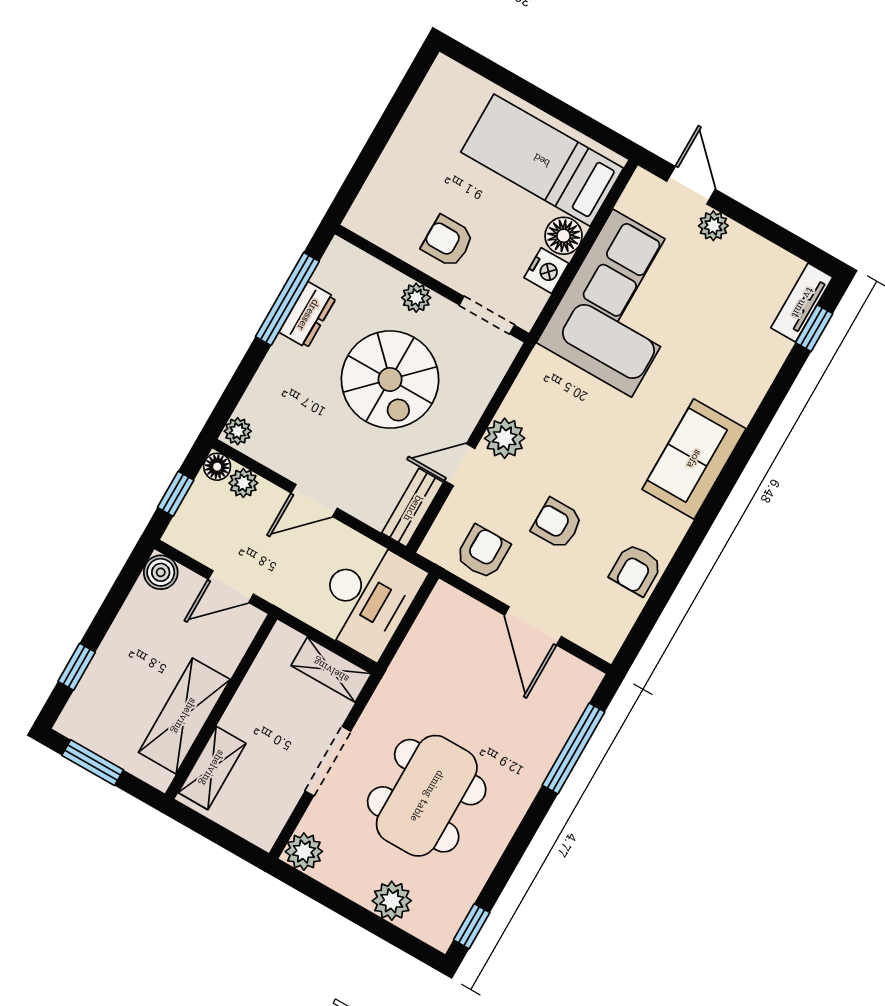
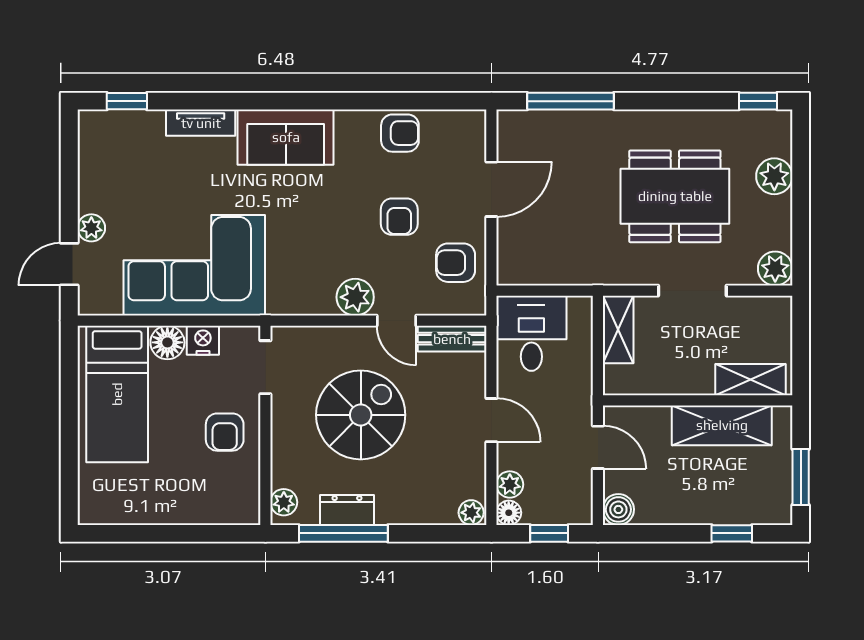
plant: (416, 298) -> (284, 502), moved
tv unit: (802, 303) -> (201, 123), moved
desk: (368, 598) -> (531, 333), width x0.73

